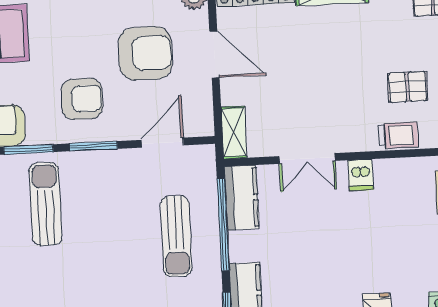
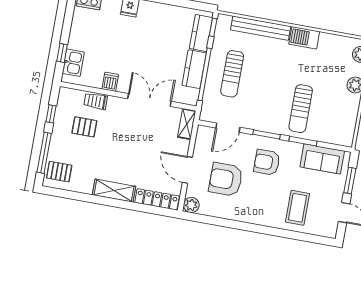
double door: (307, 159) -> (149, 100), width x1.37
dishwasher: (361, 175) -> (110, 82), moved
kitchen counter: (242, 198) -> (194, 69), moved
sun lounger: (176, 236) -> (232, 74), turned 180

